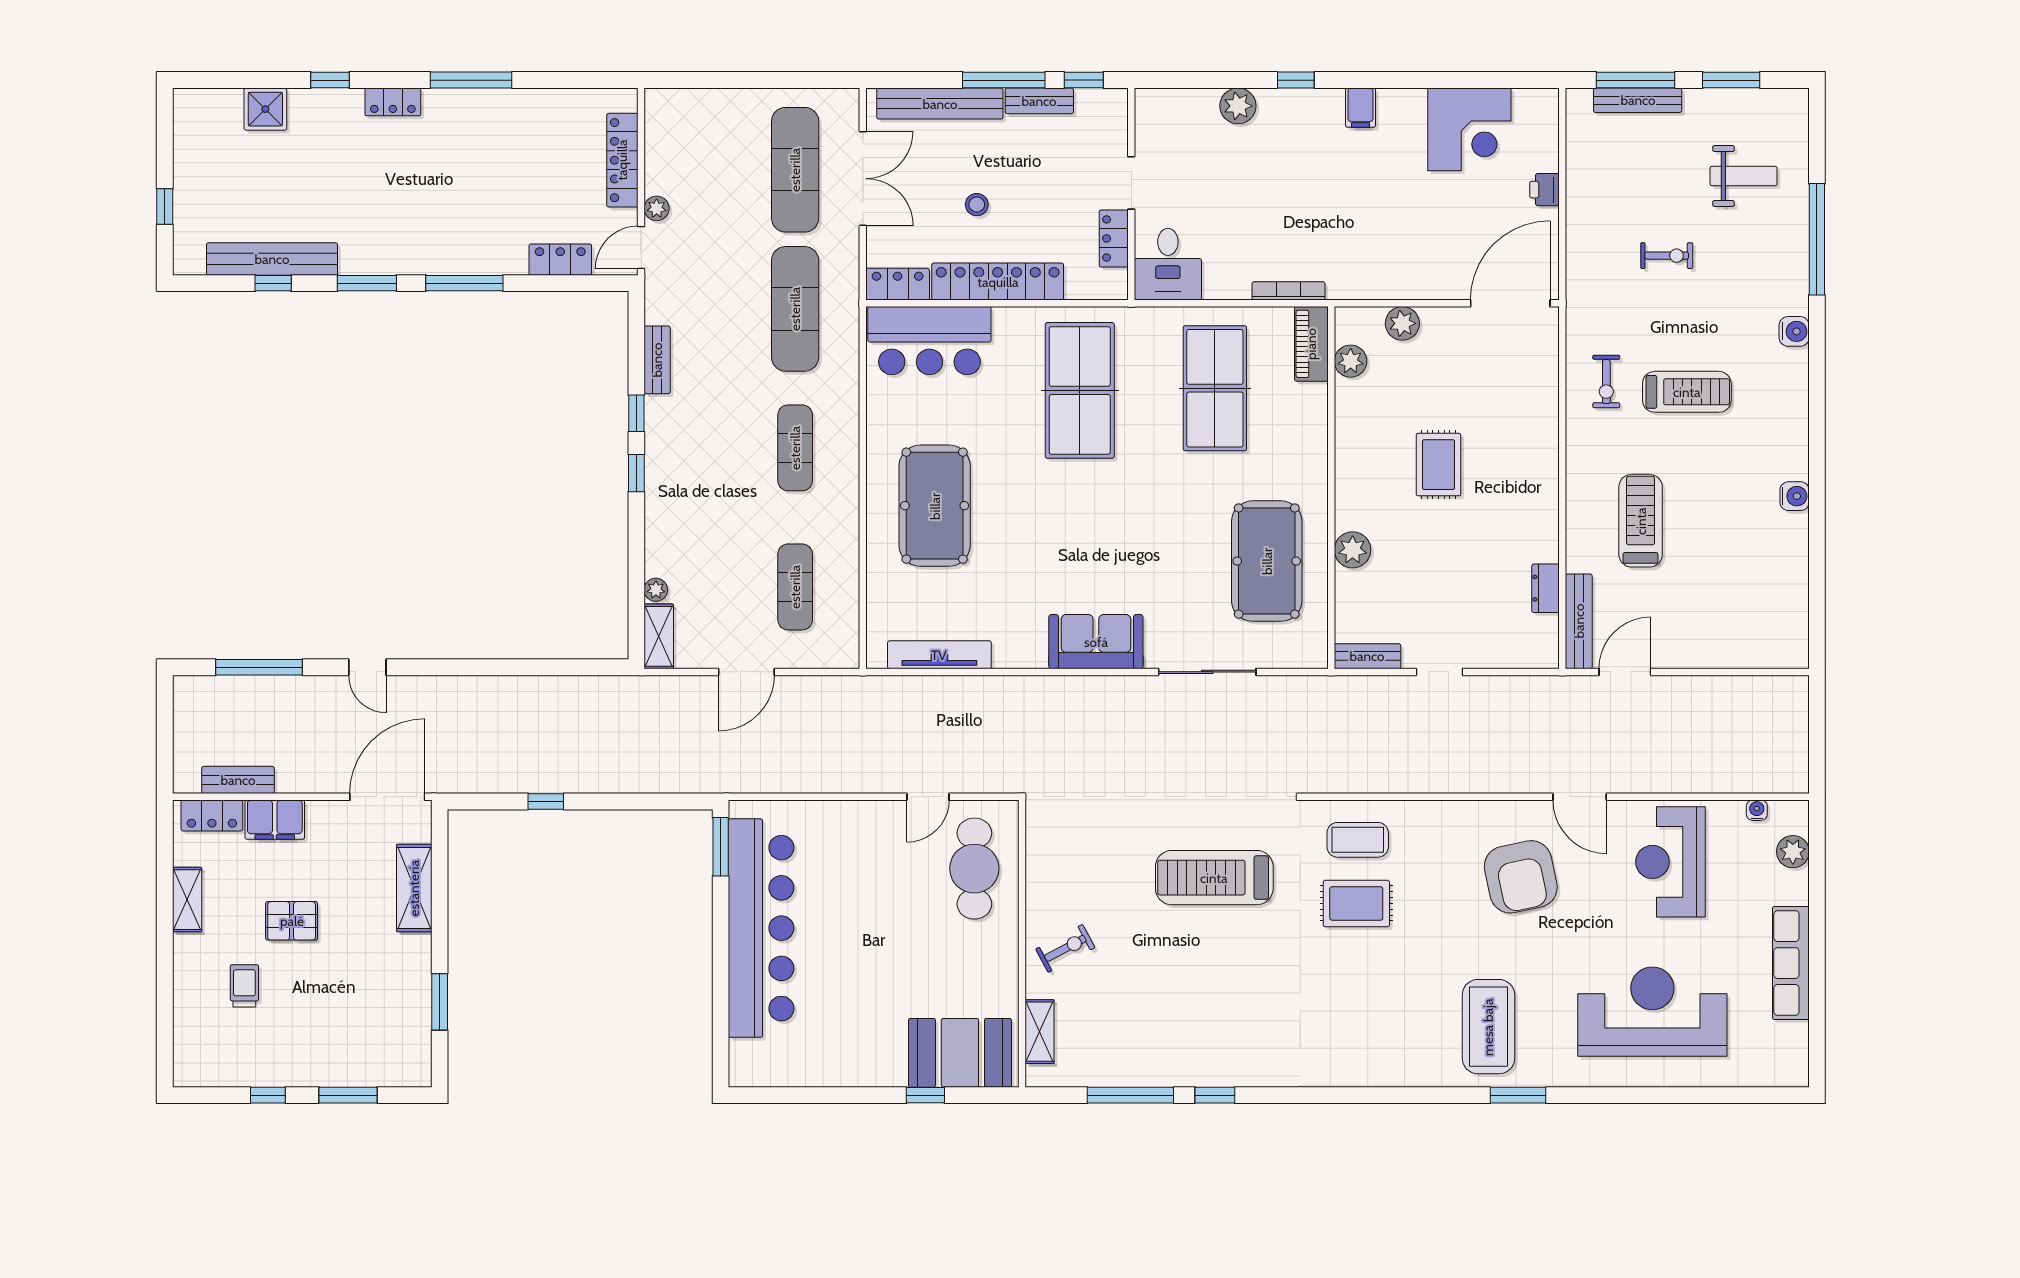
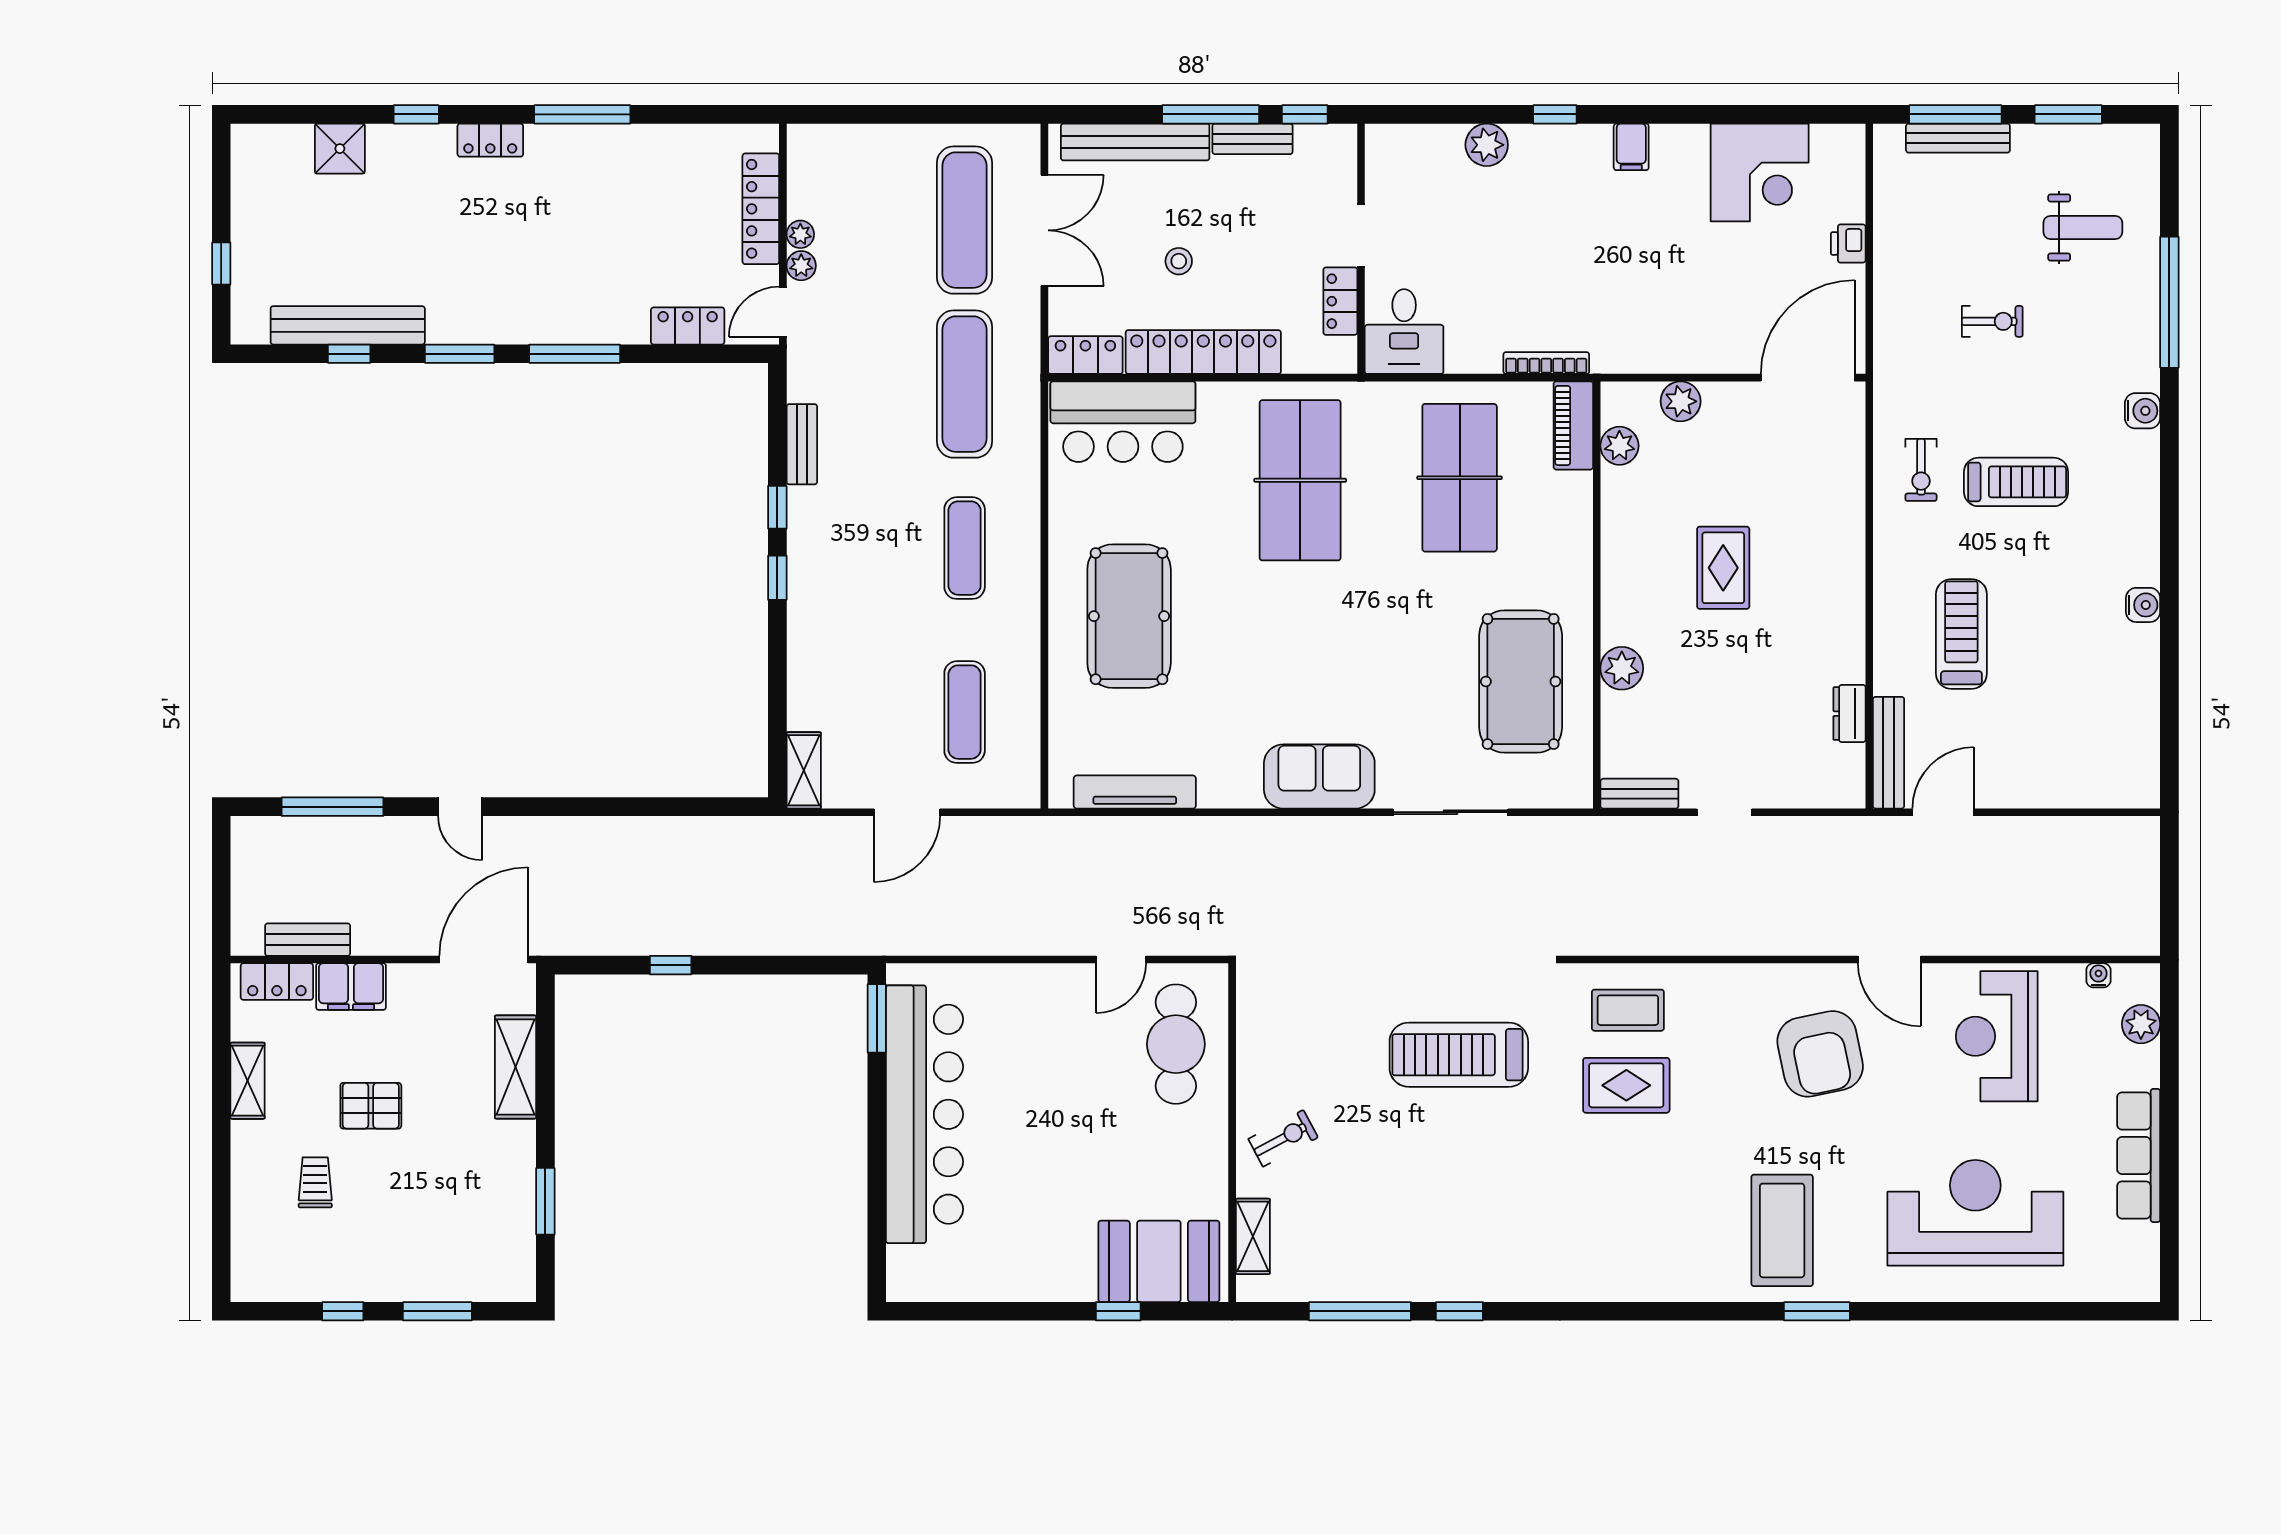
plant: (656, 590) -> (800, 234), moved

